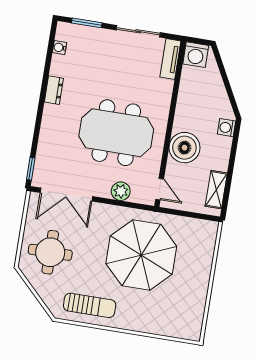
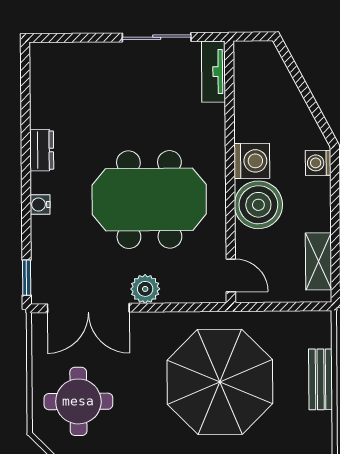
window: (87, 23) -> (75, 38), removed
water cooler: (59, 48) -> (40, 205), moved
washing machine: (196, 55) -> (252, 161), moved, turned -90
plant: (121, 191) -> (145, 289), moved
bench: (205, 264) -> (321, 379), added

